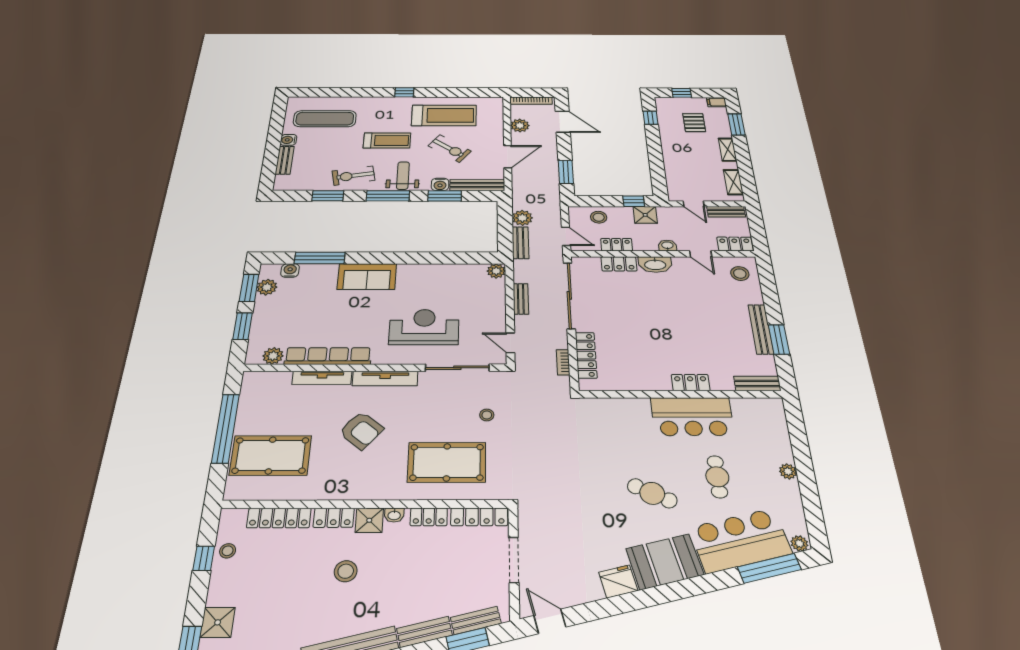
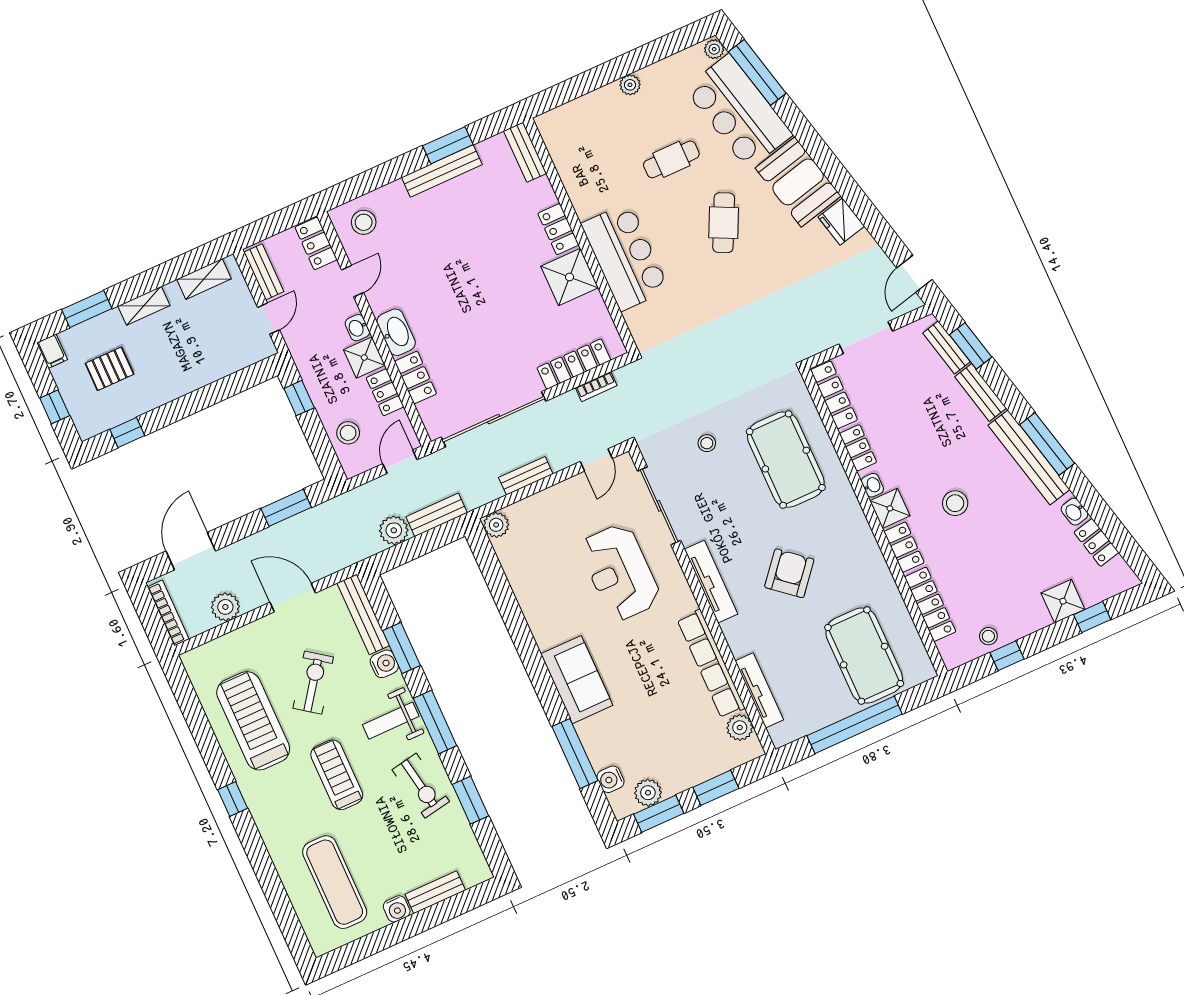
shower: (645, 215) -> (364, 357), moved
shower: (652, 376) -> (569, 277), added
tv unit: (322, 378) -> (759, 690), moved
bar counter: (692, 417) -> (625, 257), moved

